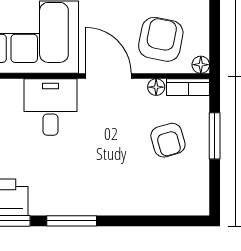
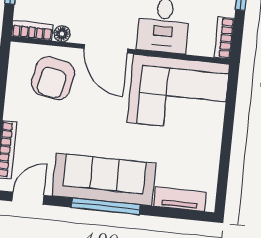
floor lamp: (201, 65) -> (18, 50), removed

